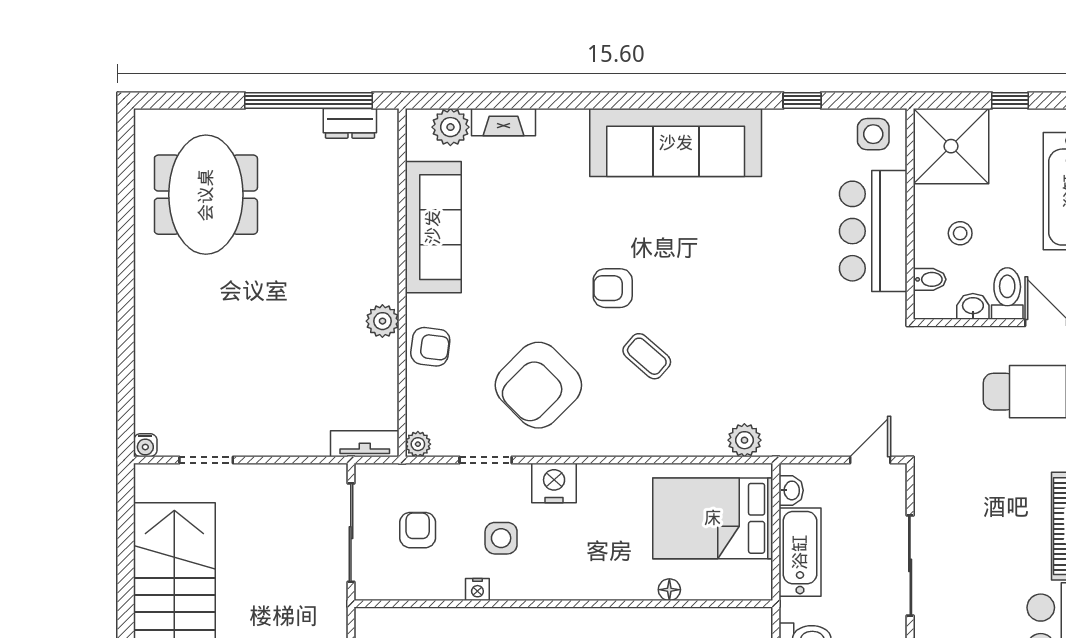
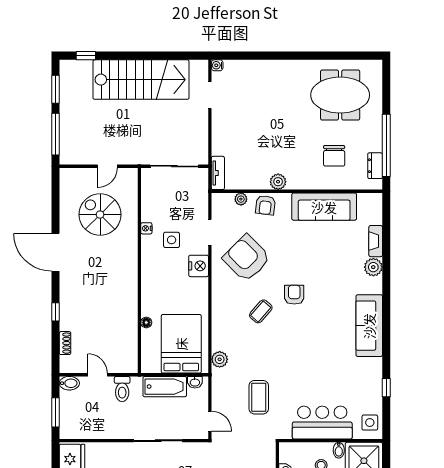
plant: (450, 127) -> (373, 267), moved
sofa: (676, 143) -> (369, 326), width x0.74, depth x0.79
chair: (330, 207) -> (334, 156), added
bidet: (930, 279) -> (339, 450), moved
coffee table: (822, 360) -> (259, 397), added
plant: (418, 444) -> (241, 199), moved
armchair: (418, 530) -> (175, 199), removed

